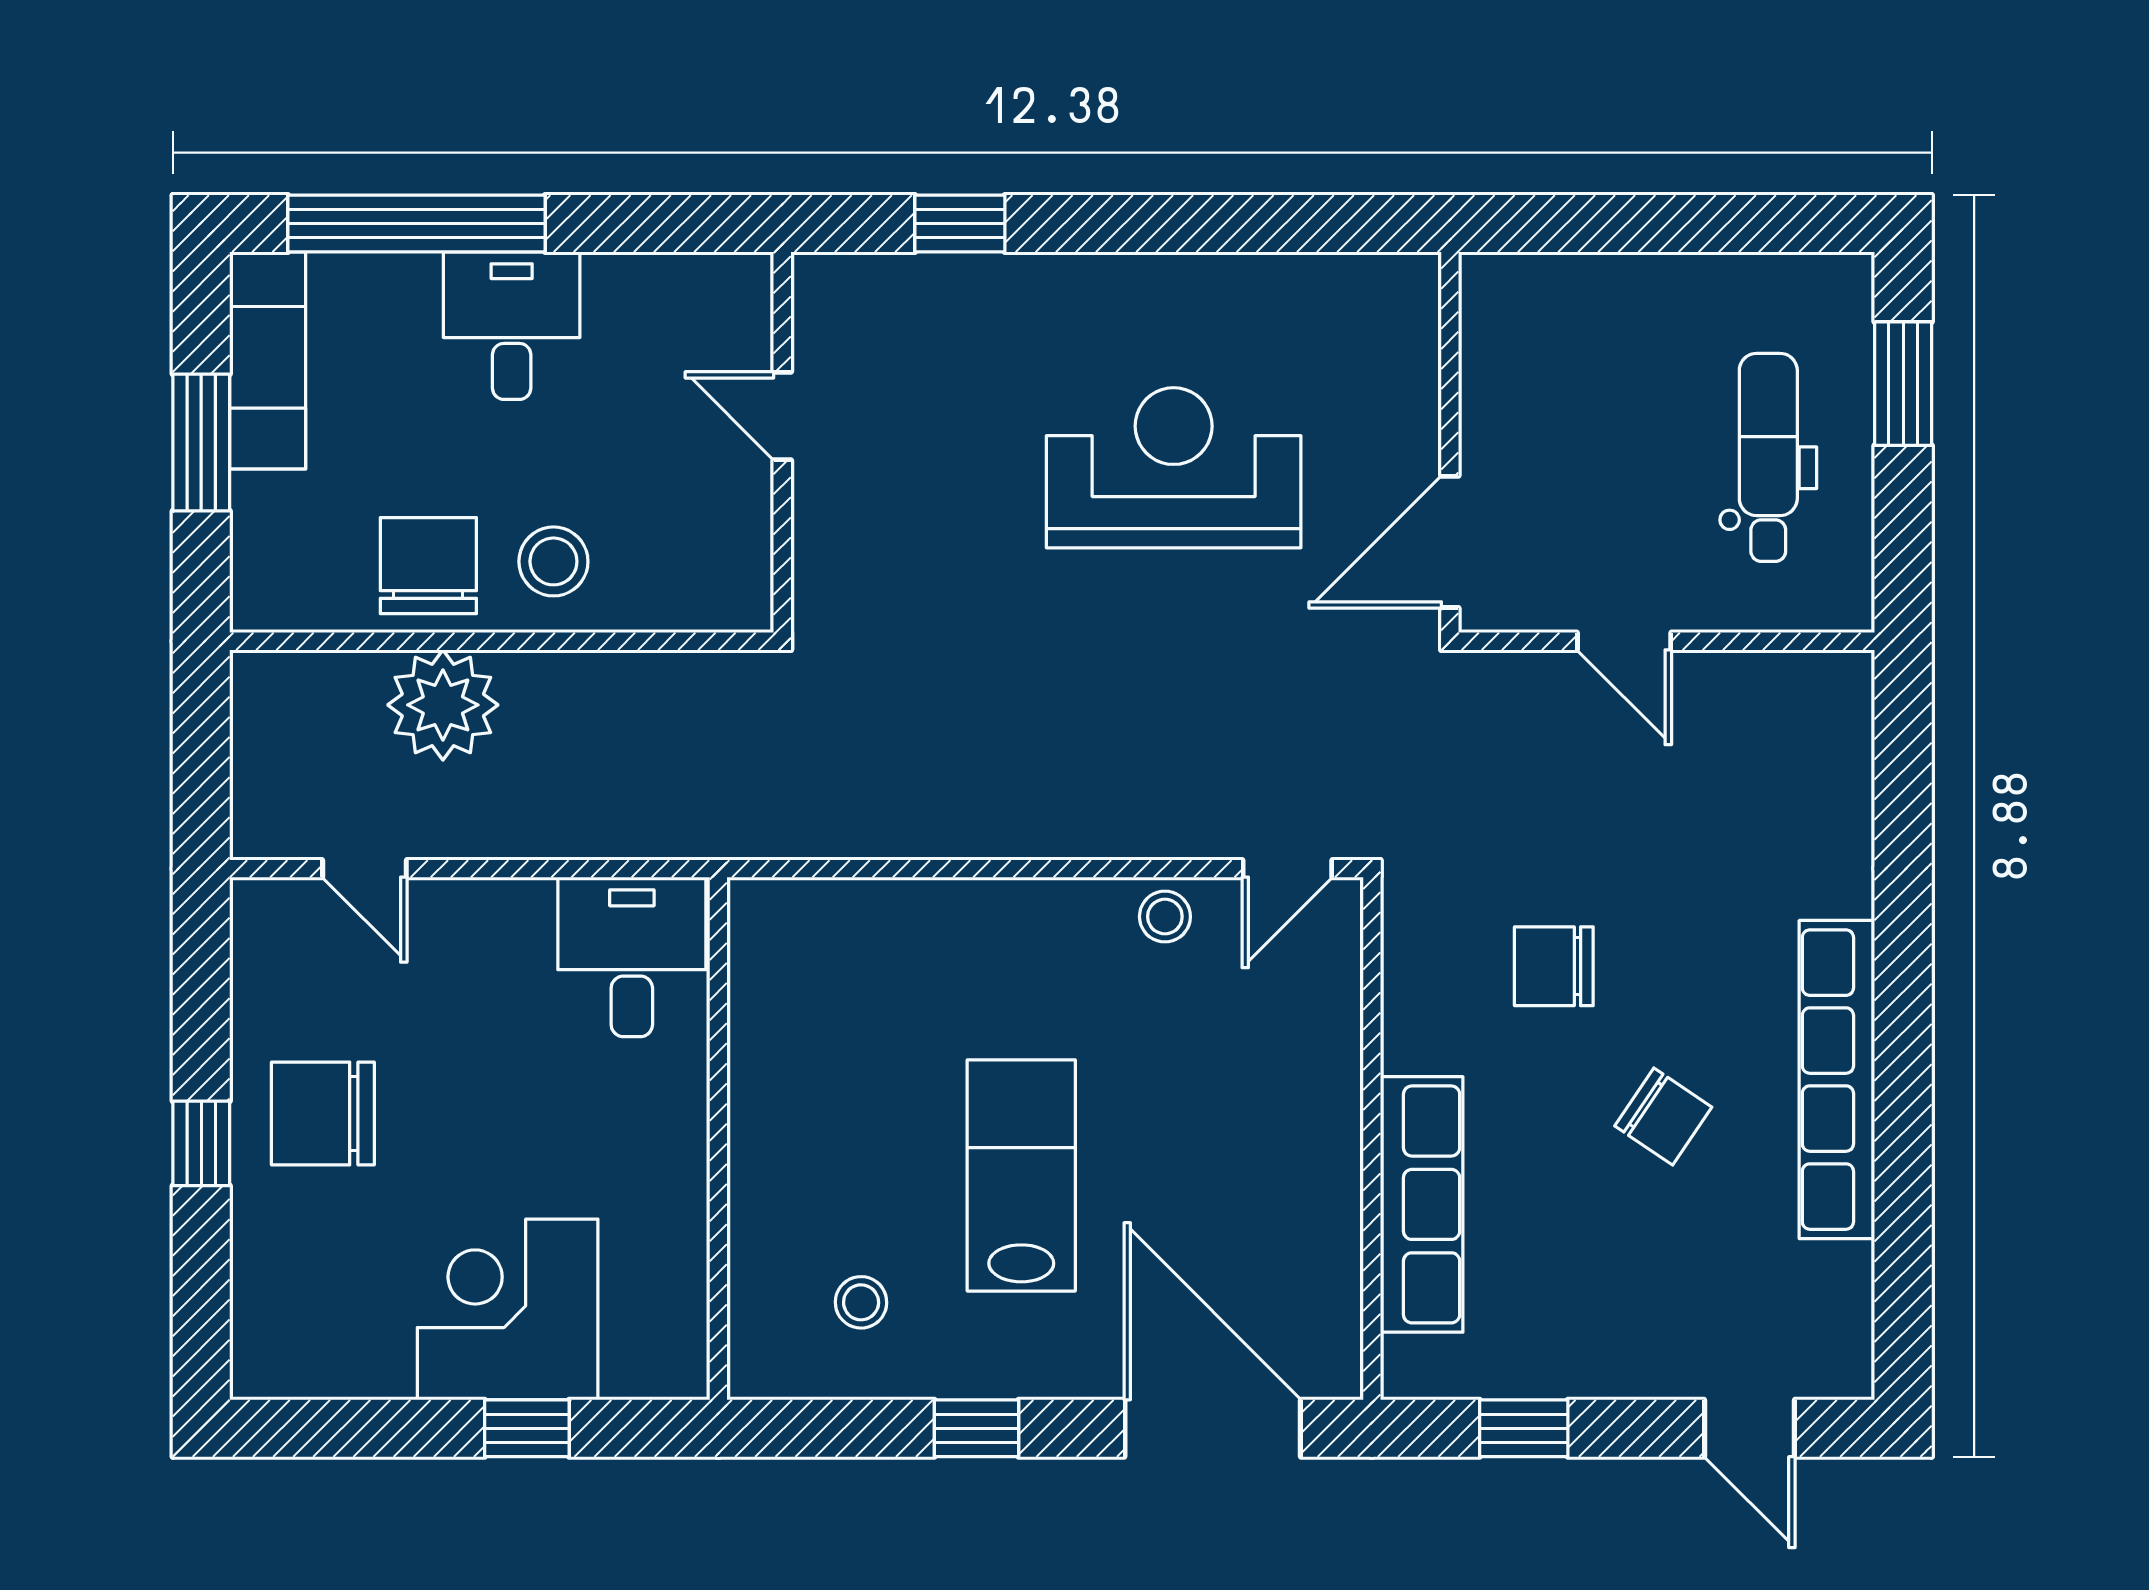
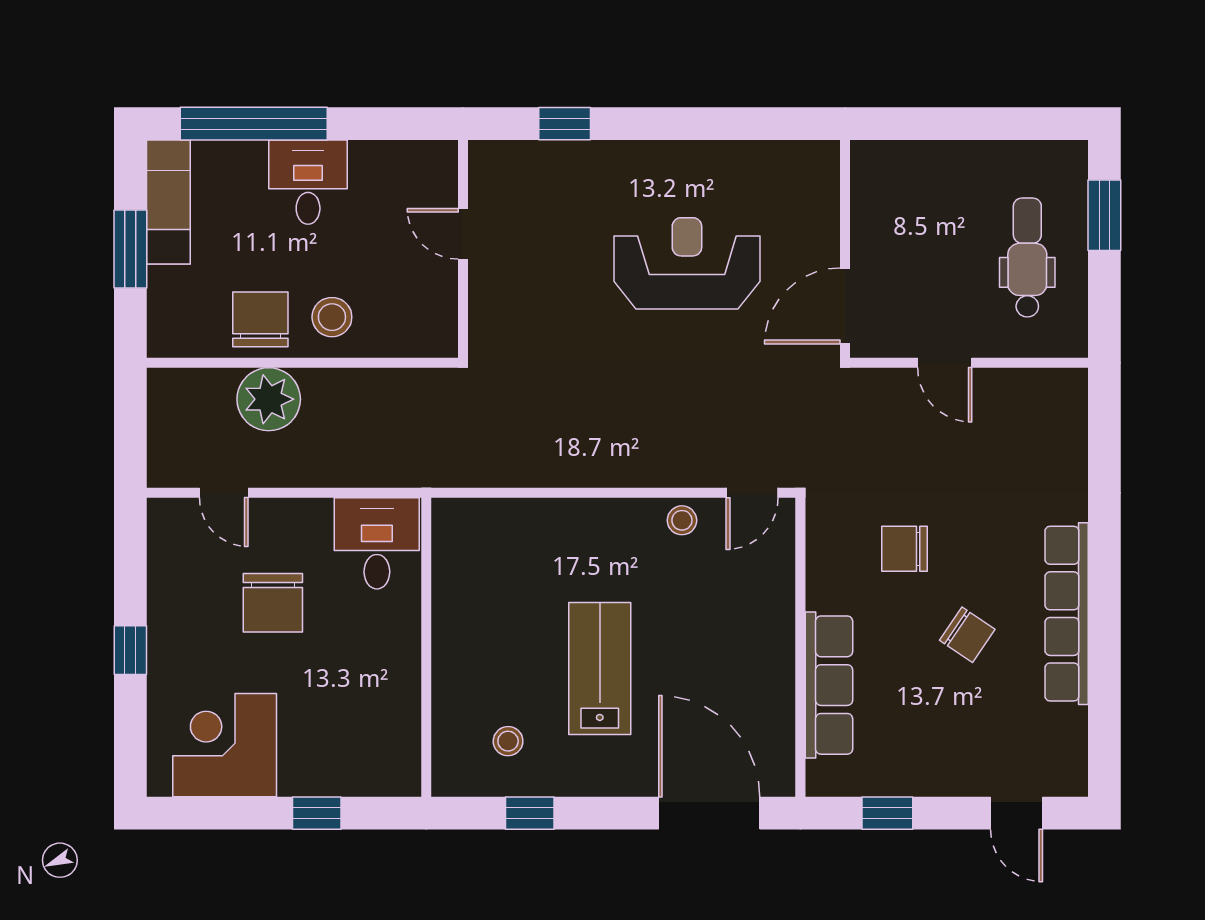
chair: (323, 1113) -> (273, 603), moved, turned -90
corner desk: (508, 1309) -> (225, 745), moved
window: (977, 1428) -> (530, 813), moved

